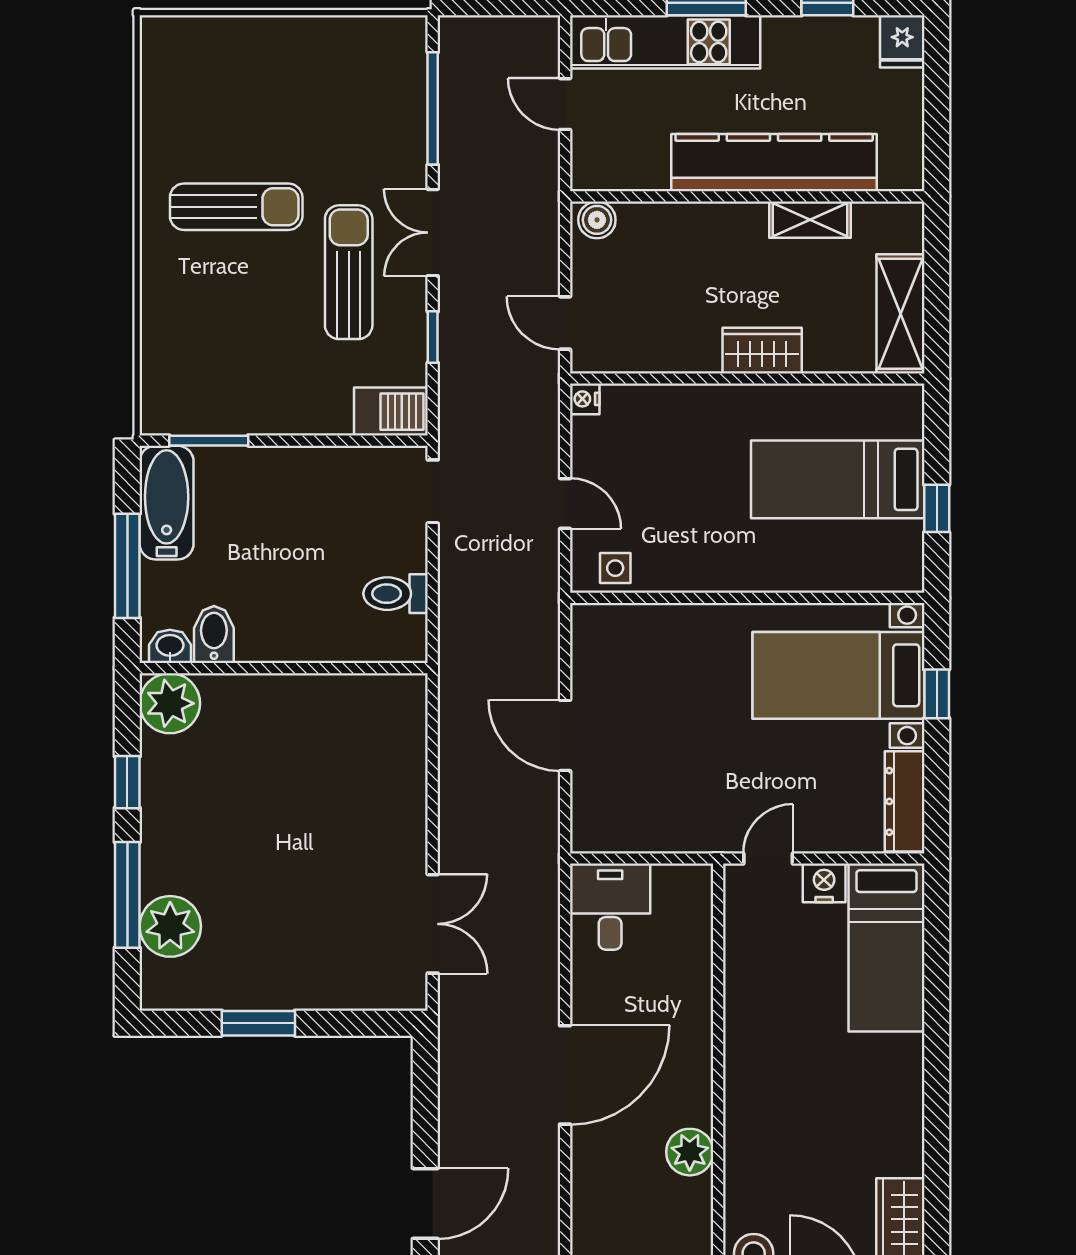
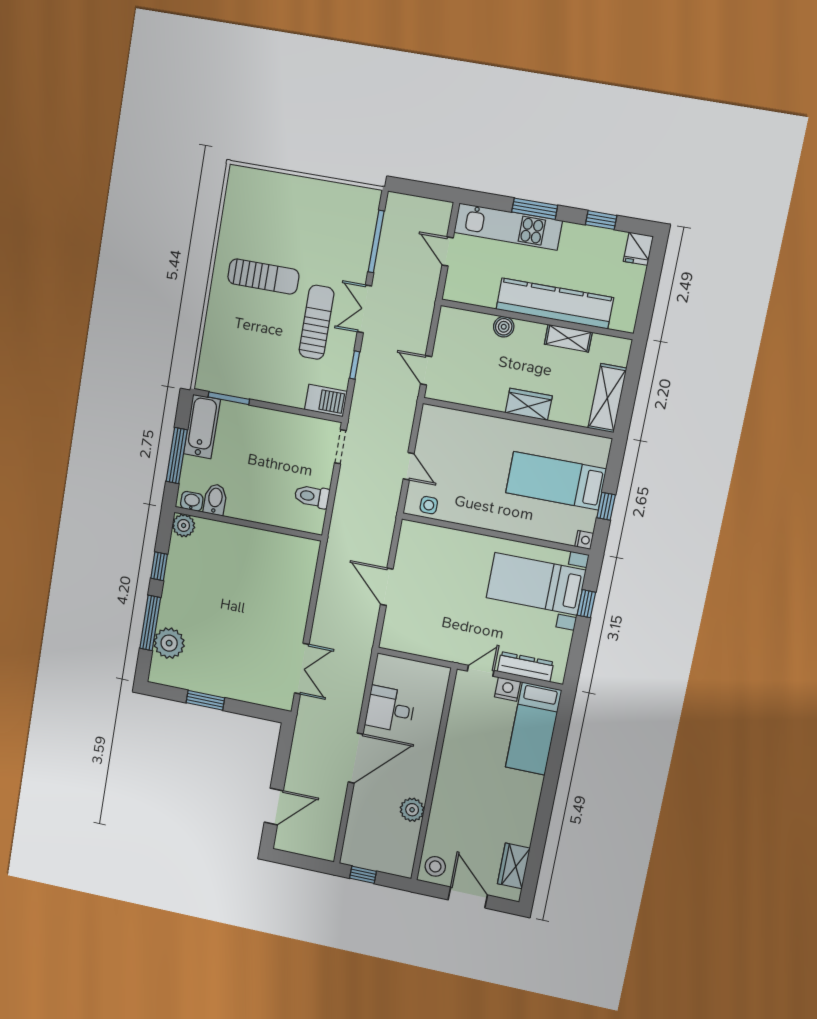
boiler: (597, 220) -> (504, 327), moved
nightstand: (585, 399) -> (584, 540), moved, turned 180
plant: (170, 703) -> (184, 525), width x0.73, depth x0.73
dresser: (905, 801) -> (525, 667), moved, turned 90
desk: (610, 907) -> (390, 709), moved, turned -90

